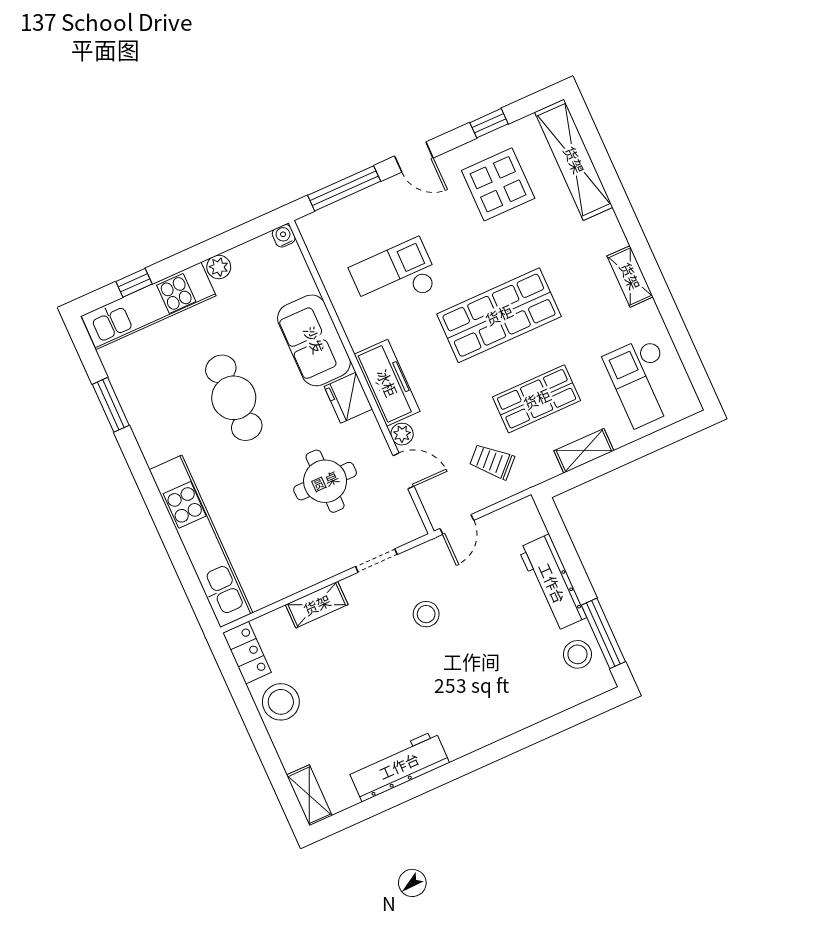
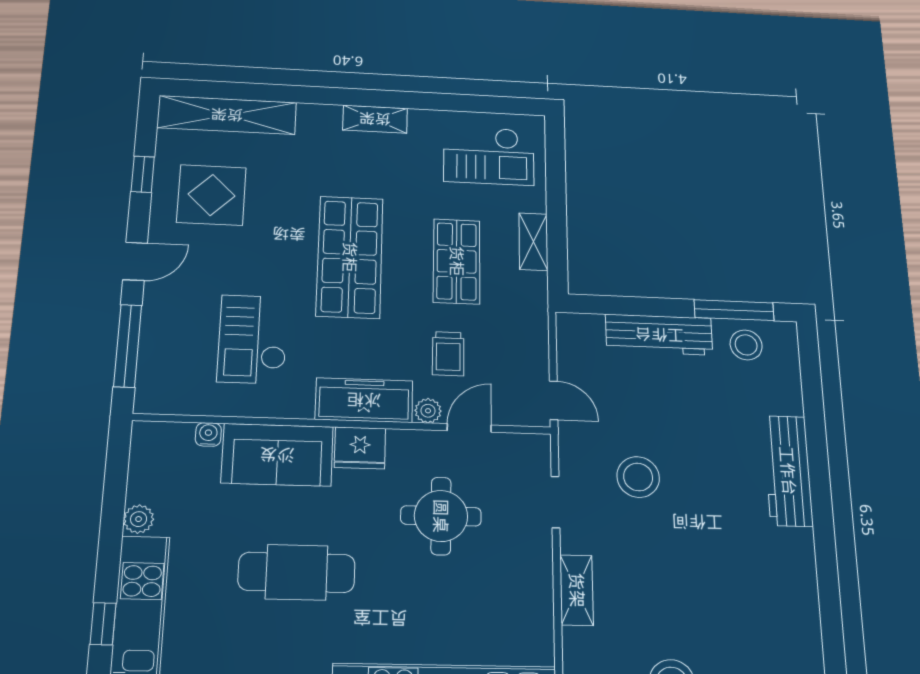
water cooler: (284, 236) -> (208, 434), moved, turned 90
trolley: (492, 462) -> (448, 354), moved, turned -45
stool: (426, 614) -> (638, 477), width x1.38, depth x1.38
workbench: (399, 766) -> (788, 471), moved

